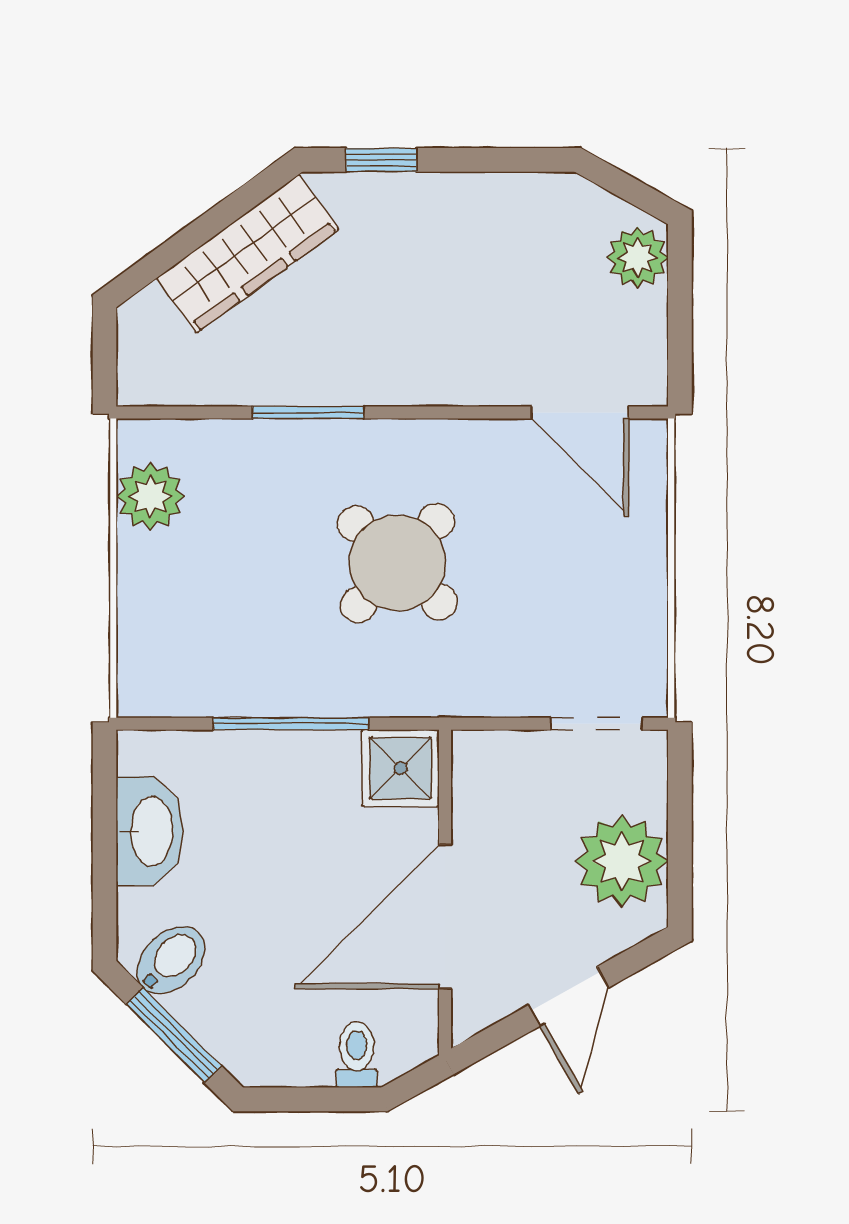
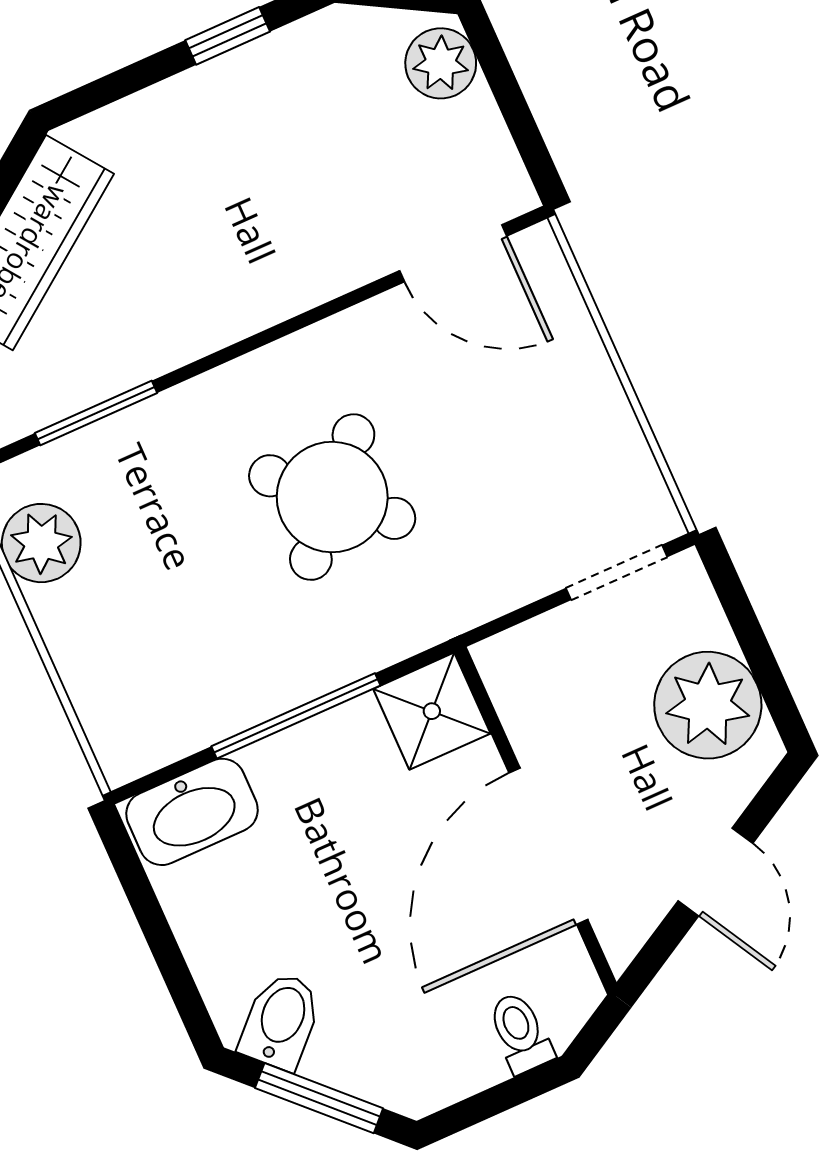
window: (381, 160) -> (228, 36), moved
window: (308, 412) -> (96, 413), moved
washbasin: (150, 831) -> (192, 812), moved, turned 90

